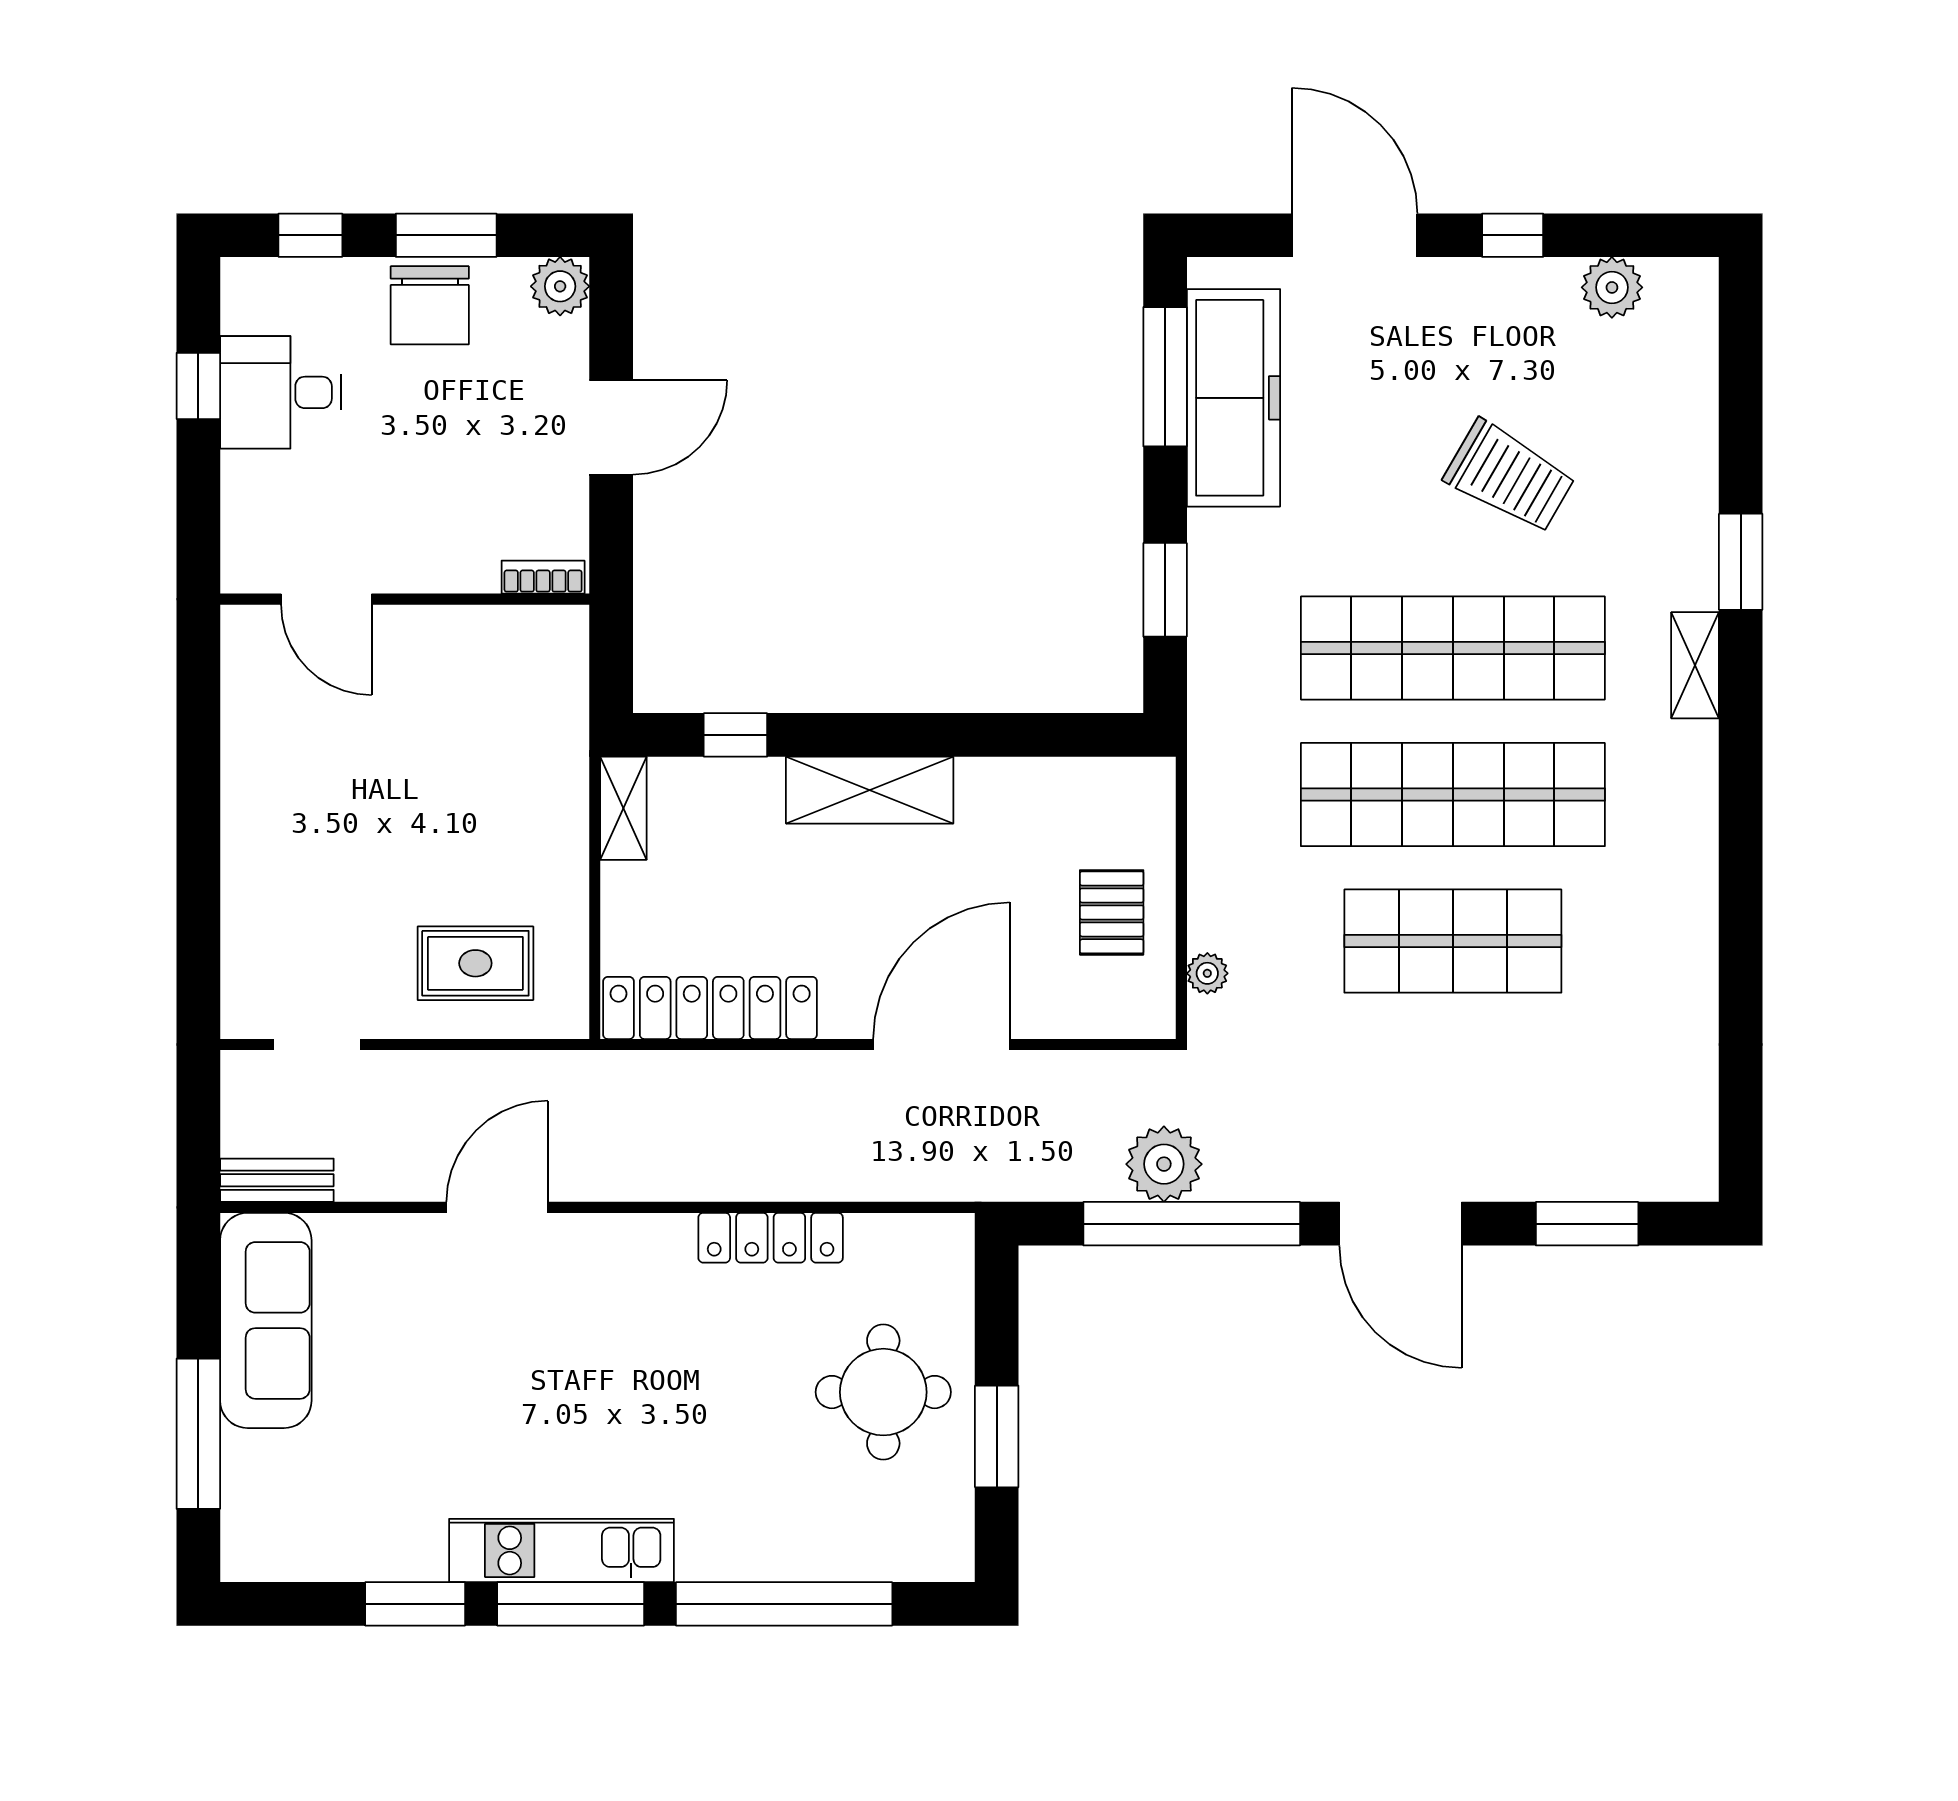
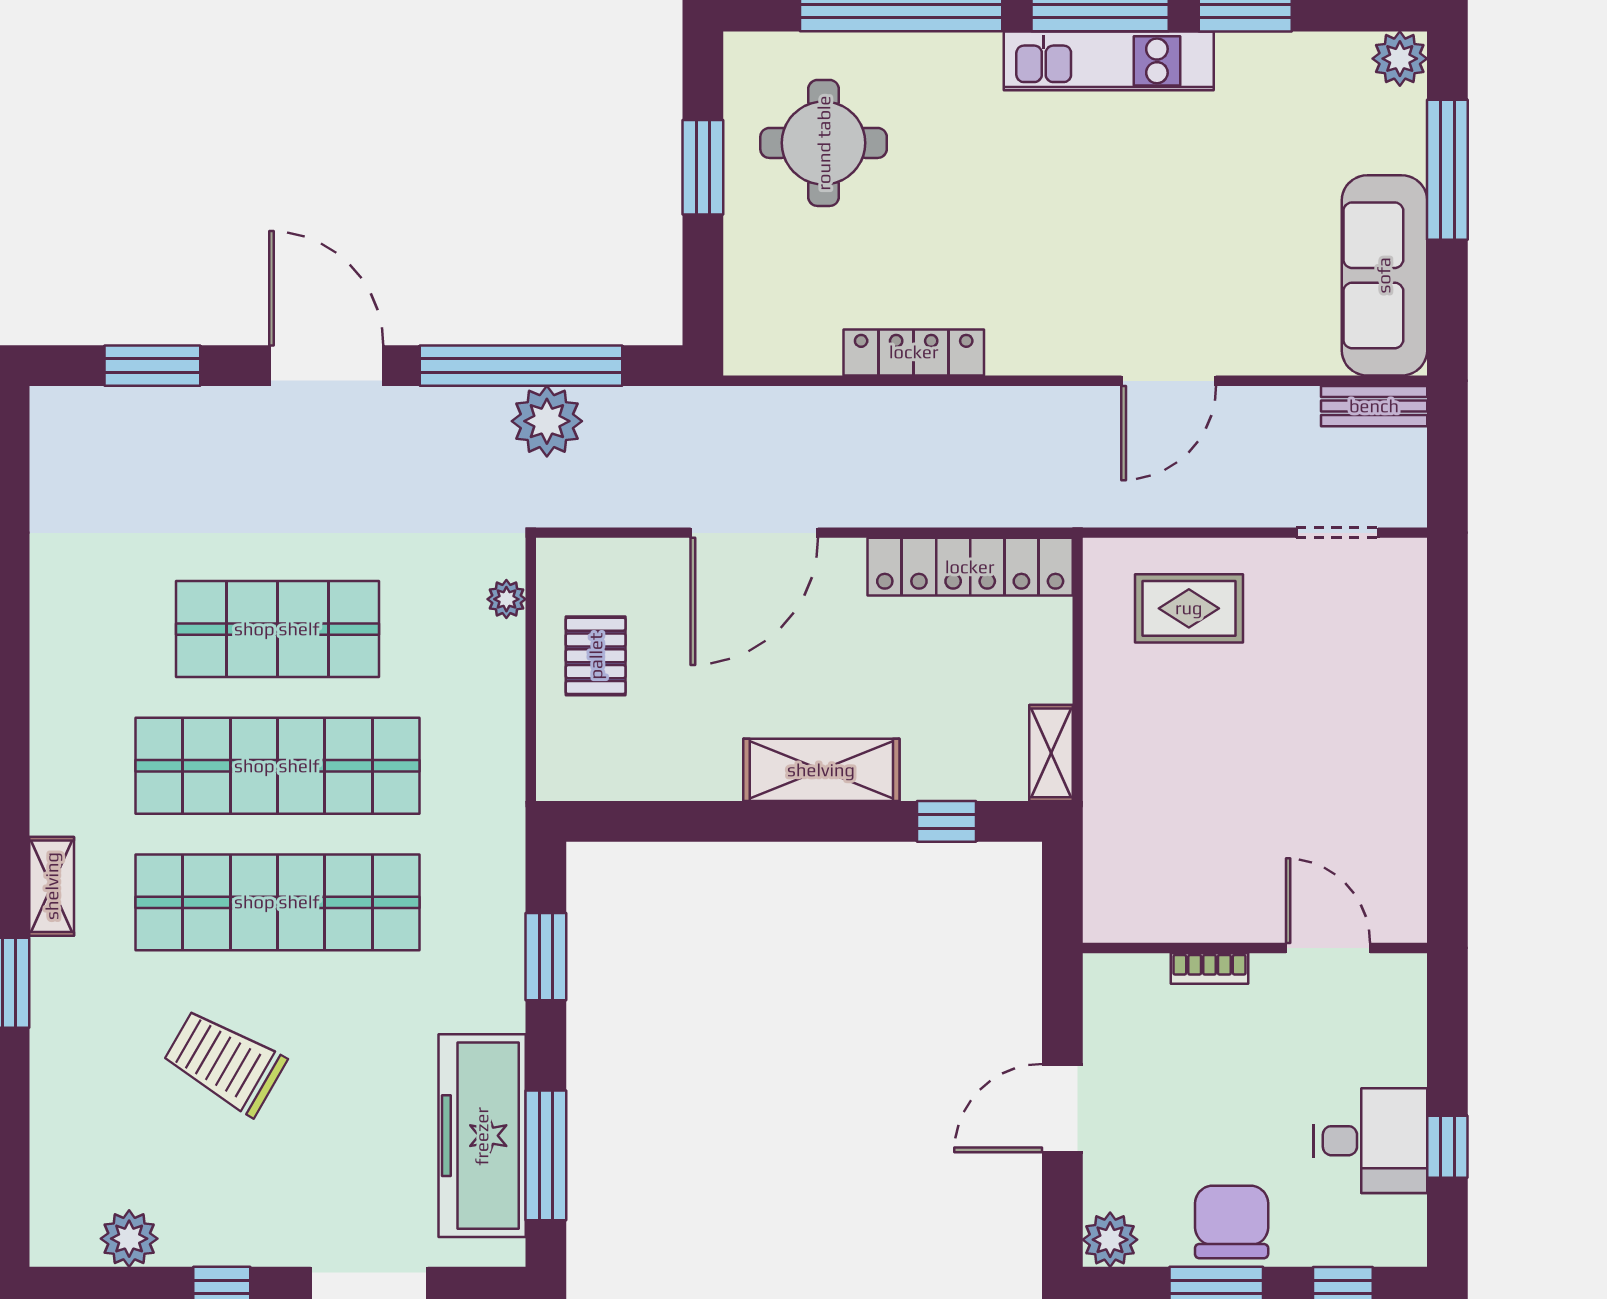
bookcase: (543, 577) -> (1210, 968), moved
round table: (883, 1392) -> (824, 143), moved
plant: (249, 1553) -> (1400, 59), added

